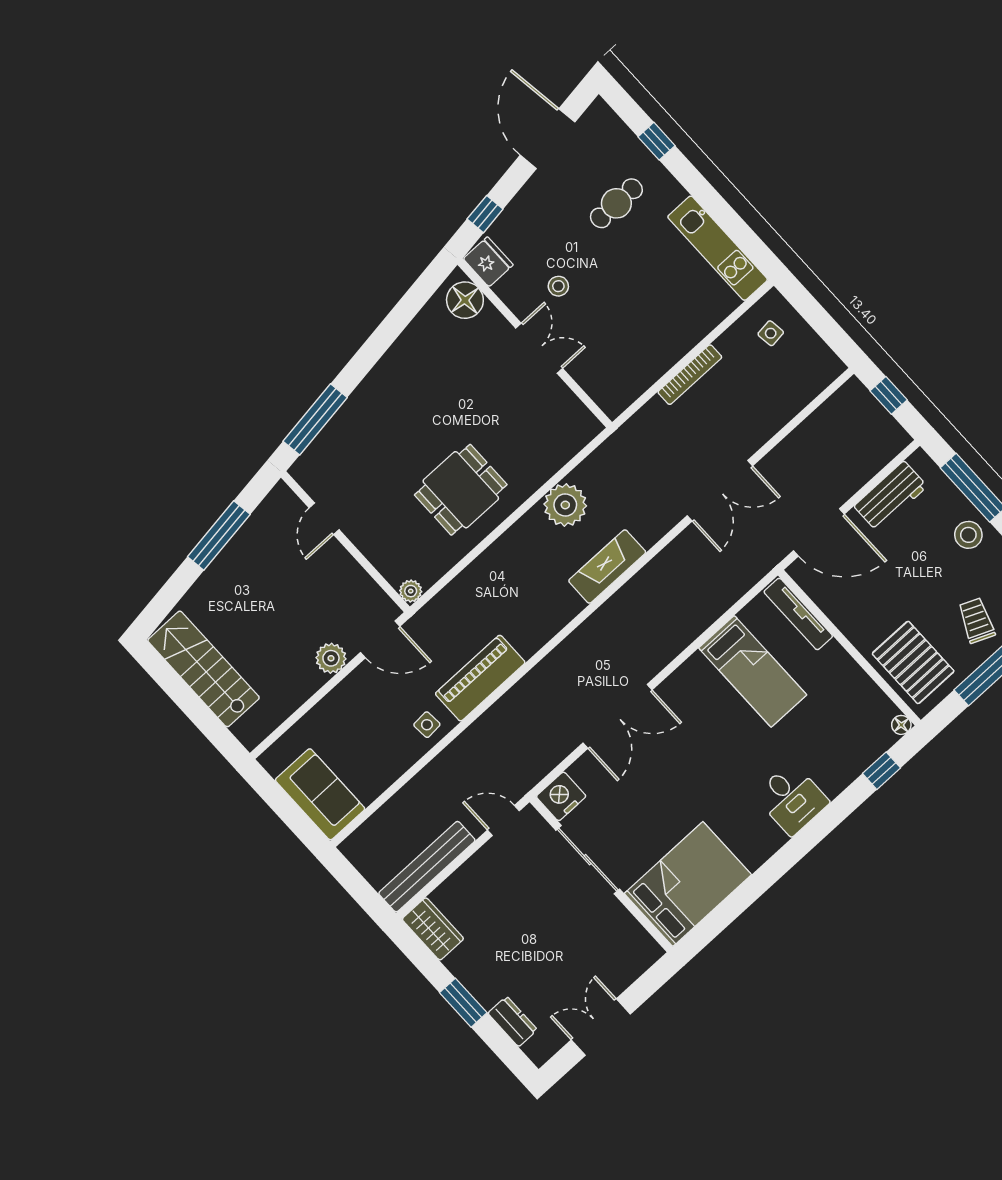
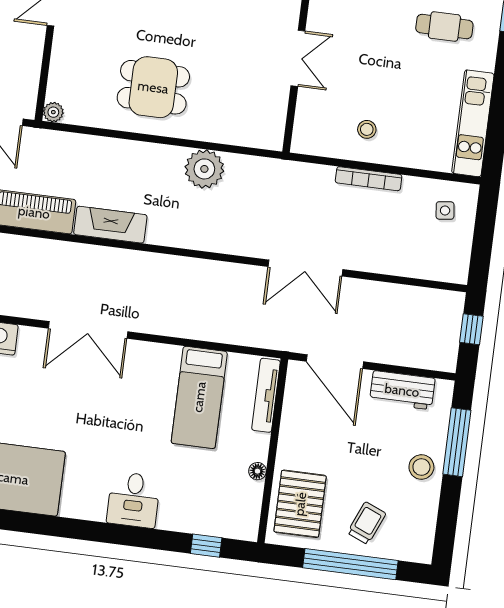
stool: (558, 286) -> (367, 129), moved
fireplace: (607, 567) -> (110, 225), moved
floor lamp: (901, 725) -> (257, 471), moved

